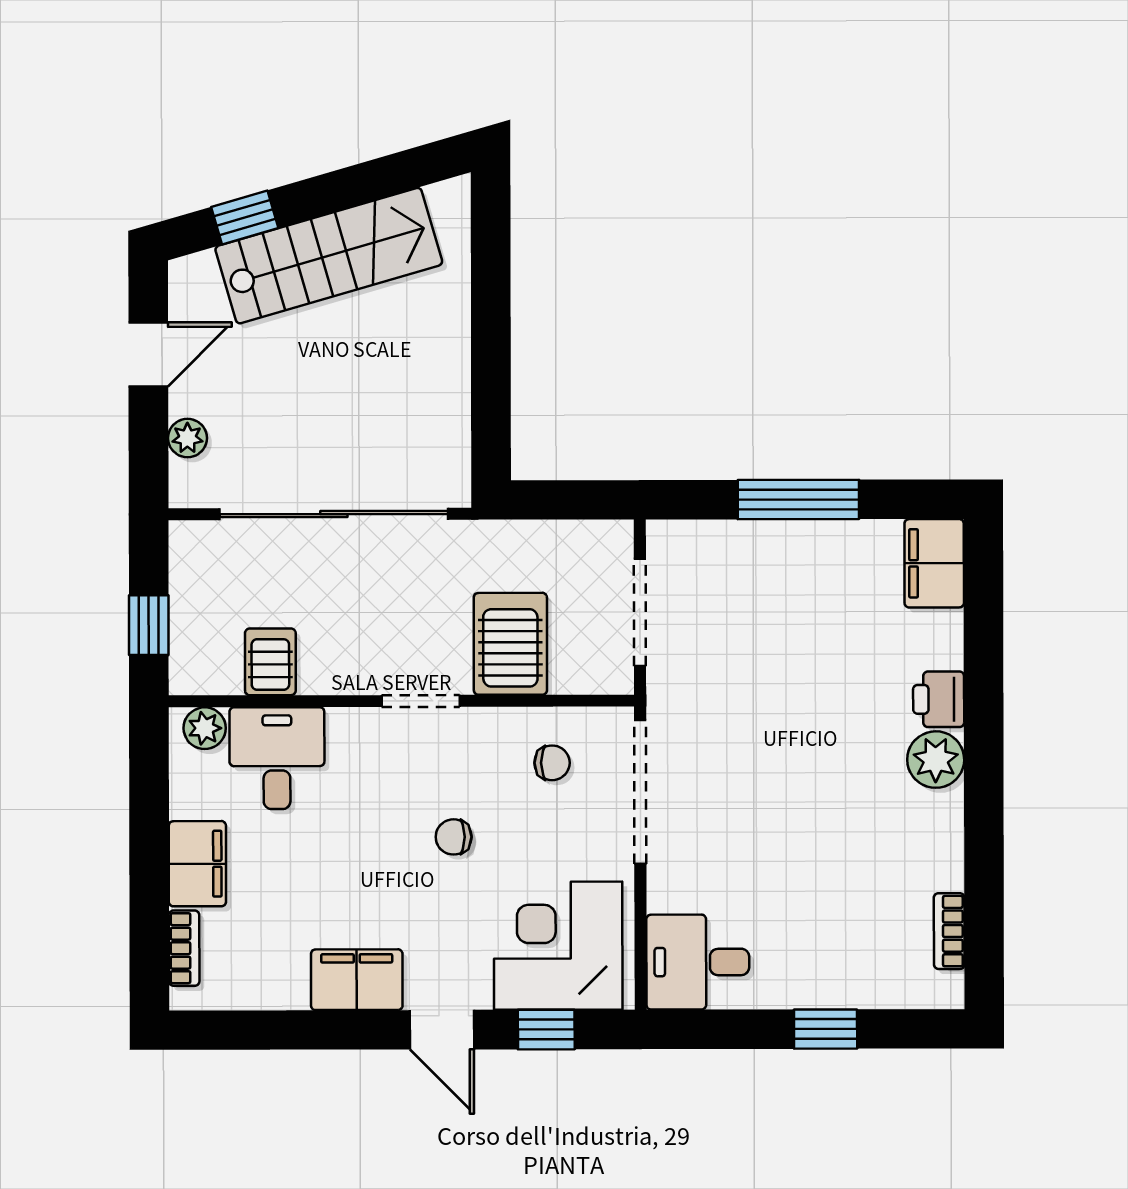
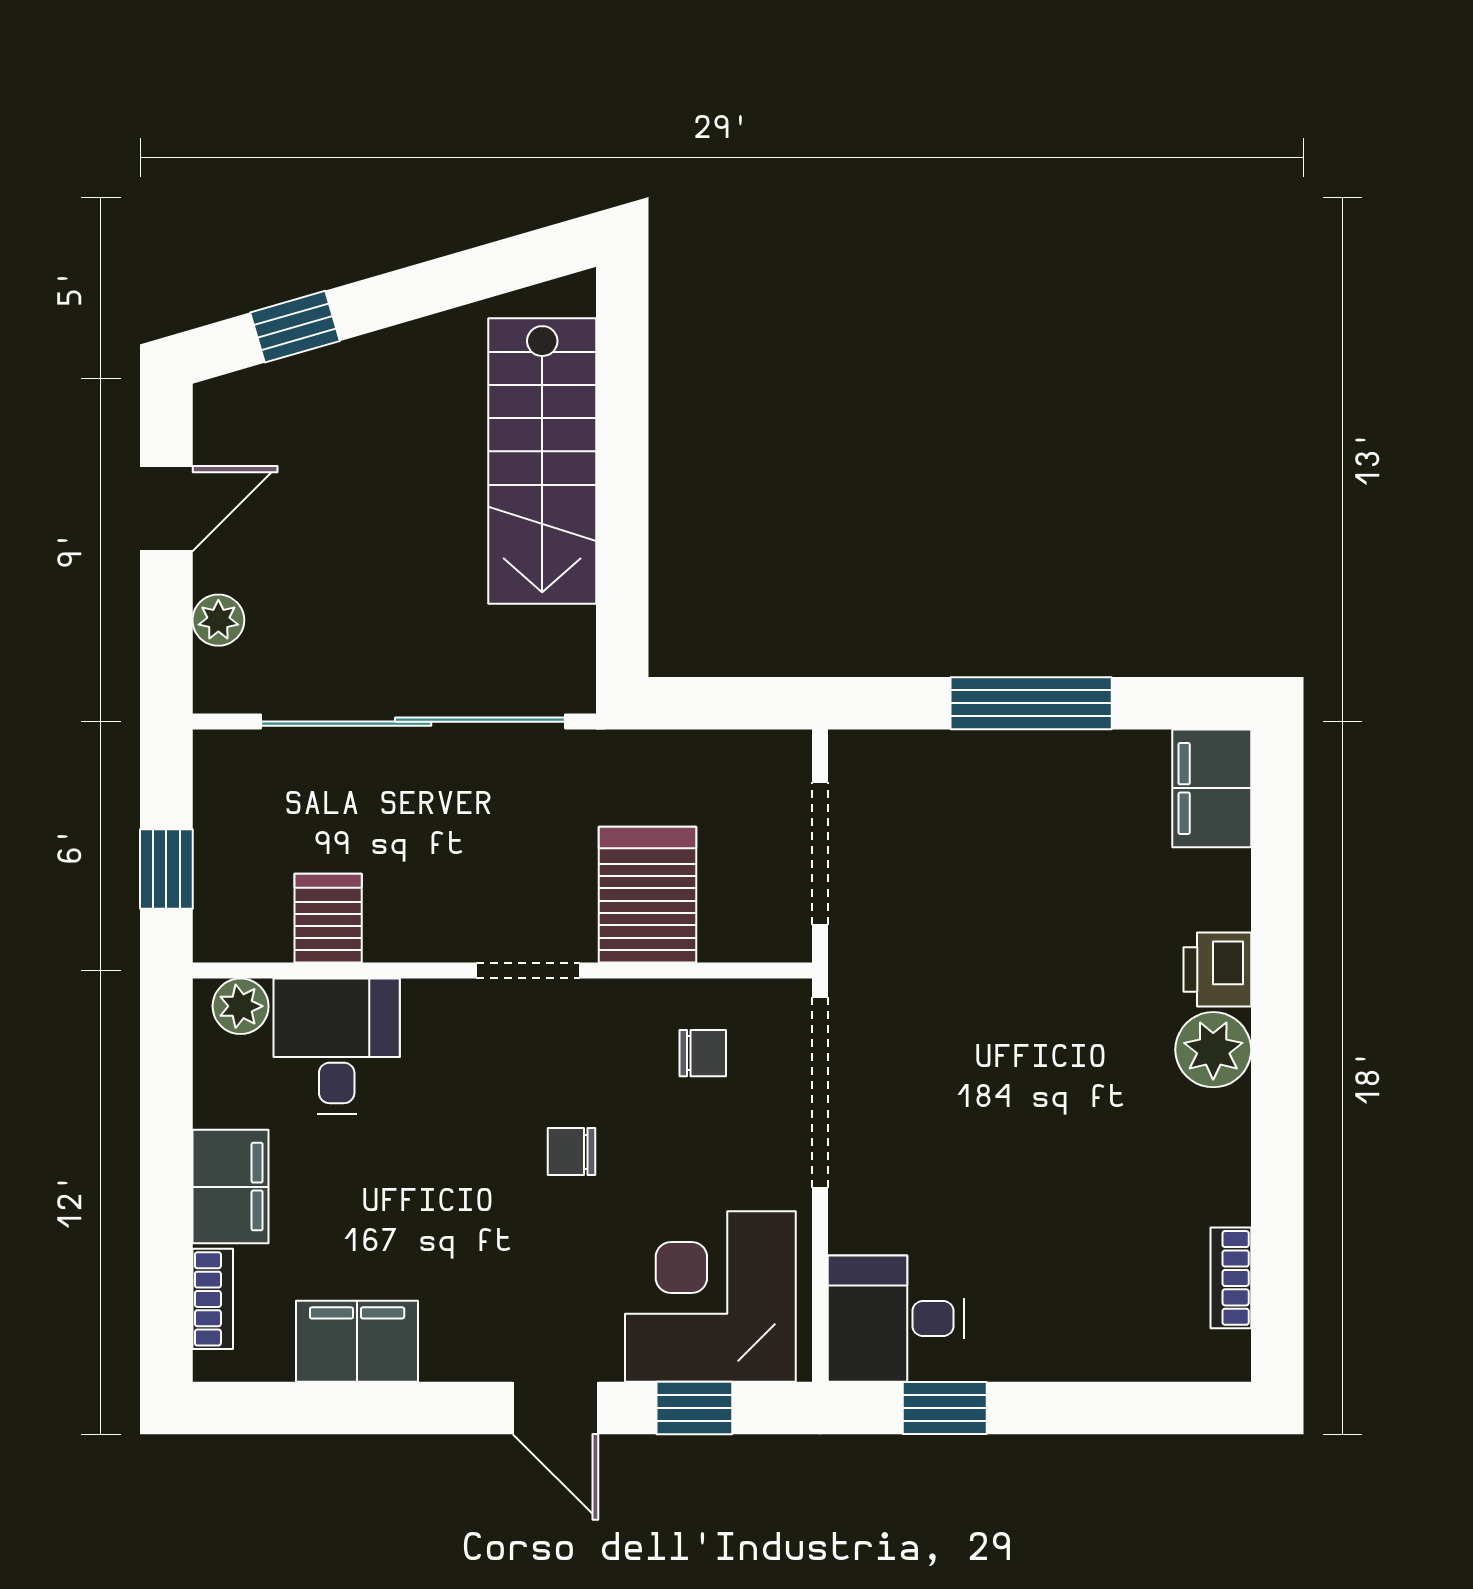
stairs: (329, 256) -> (542, 461), moved, turned 106
filing cabinet: (357, 980) -> (357, 1341), moved
window: (826, 1029) -> (945, 1408), moved

